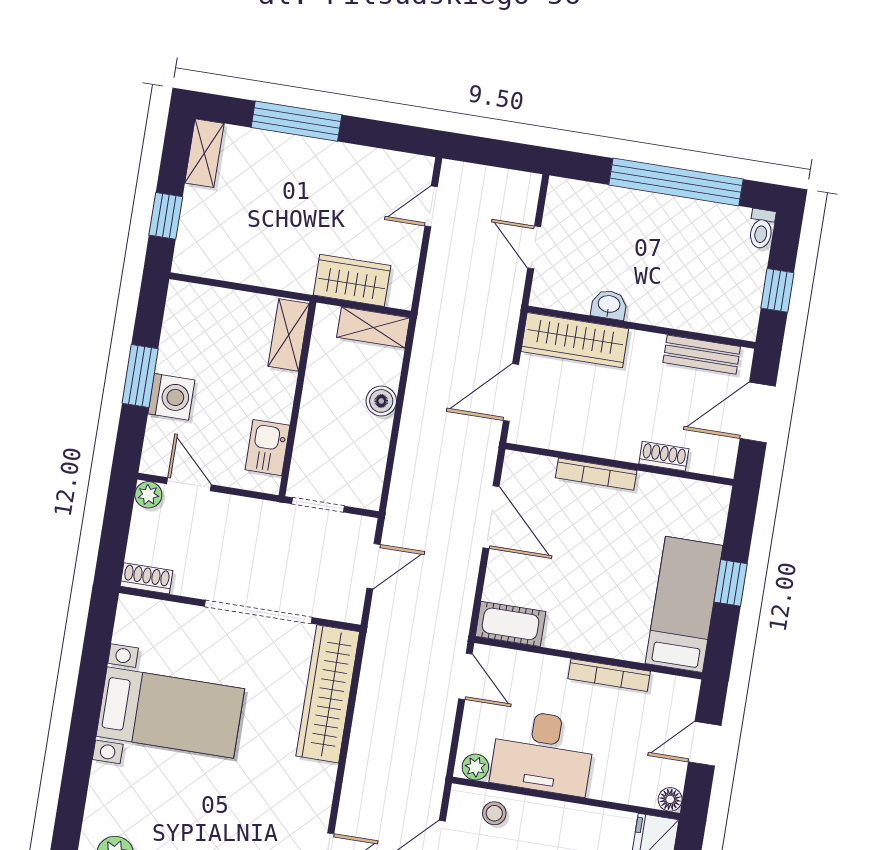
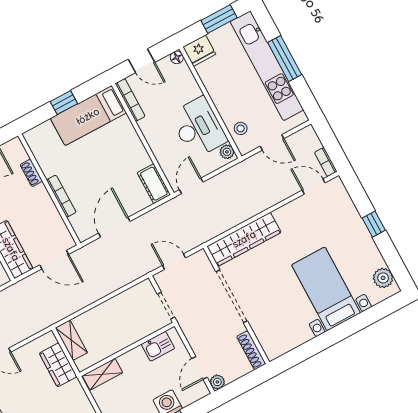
boiler: (381, 401) -> (100, 313), removed
shoe rack: (146, 578) -> (251, 350), width x1.43
bookcase: (609, 675) -> (130, 100), moved
bed with nightstands: (170, 713) -> (326, 289), moved

